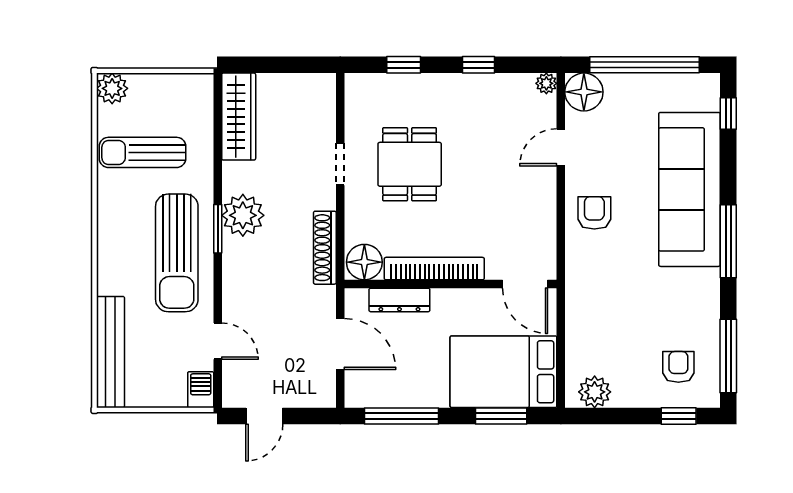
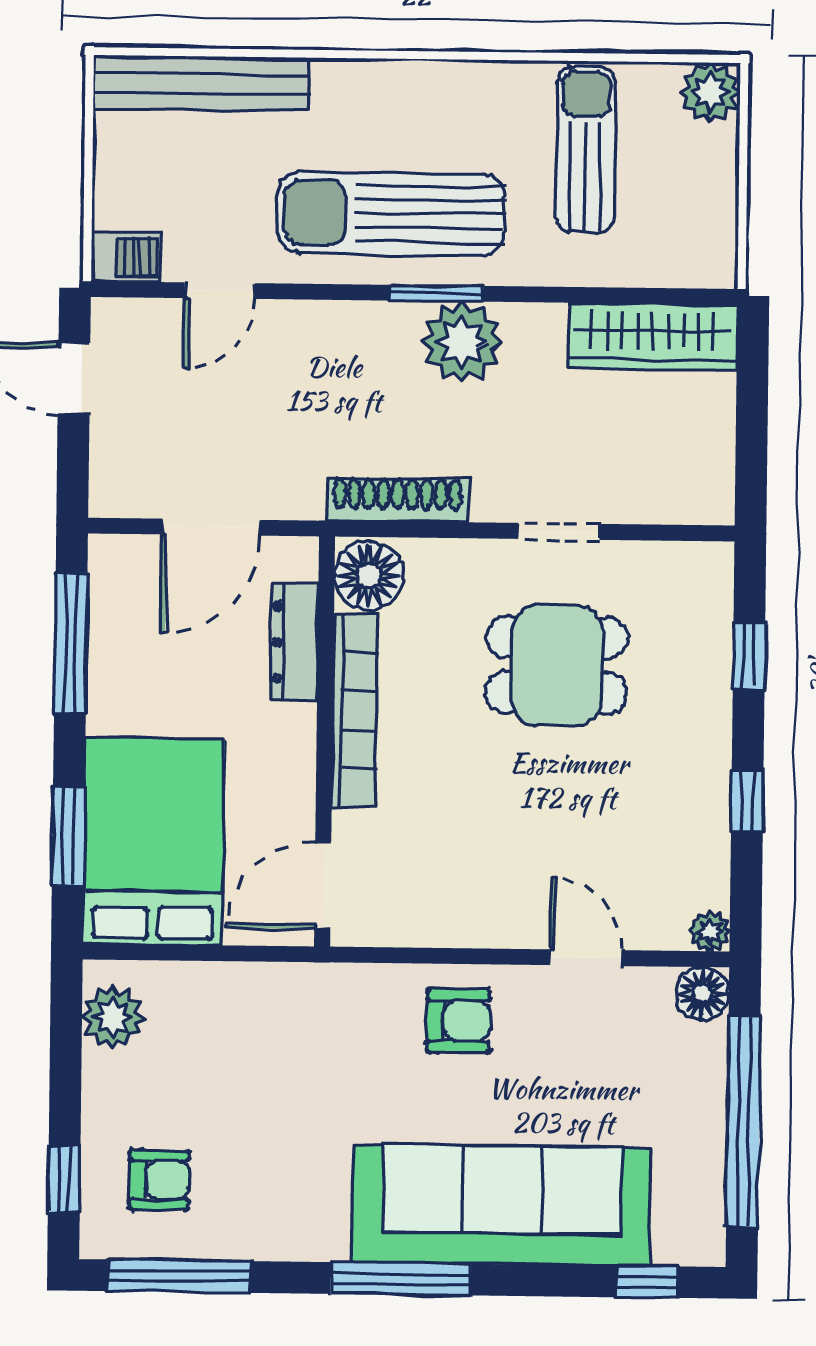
floor lamp: (584, 92) -> (702, 994), width x0.73, depth x0.73

